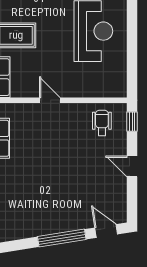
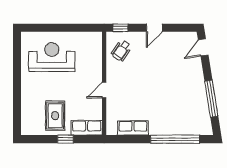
wheelchair: (102, 123) -> (121, 51), turned -55
window: (62, 238) -> (211, 99), moved

